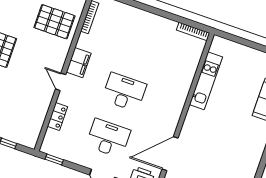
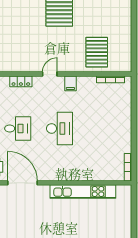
filing cabinet: (79, 63) -> (70, 83), width x0.50
kitchen unit: (206, 81) -> (83, 191), width x1.36
desk: (108, 138) -> (18, 128), width x0.73

